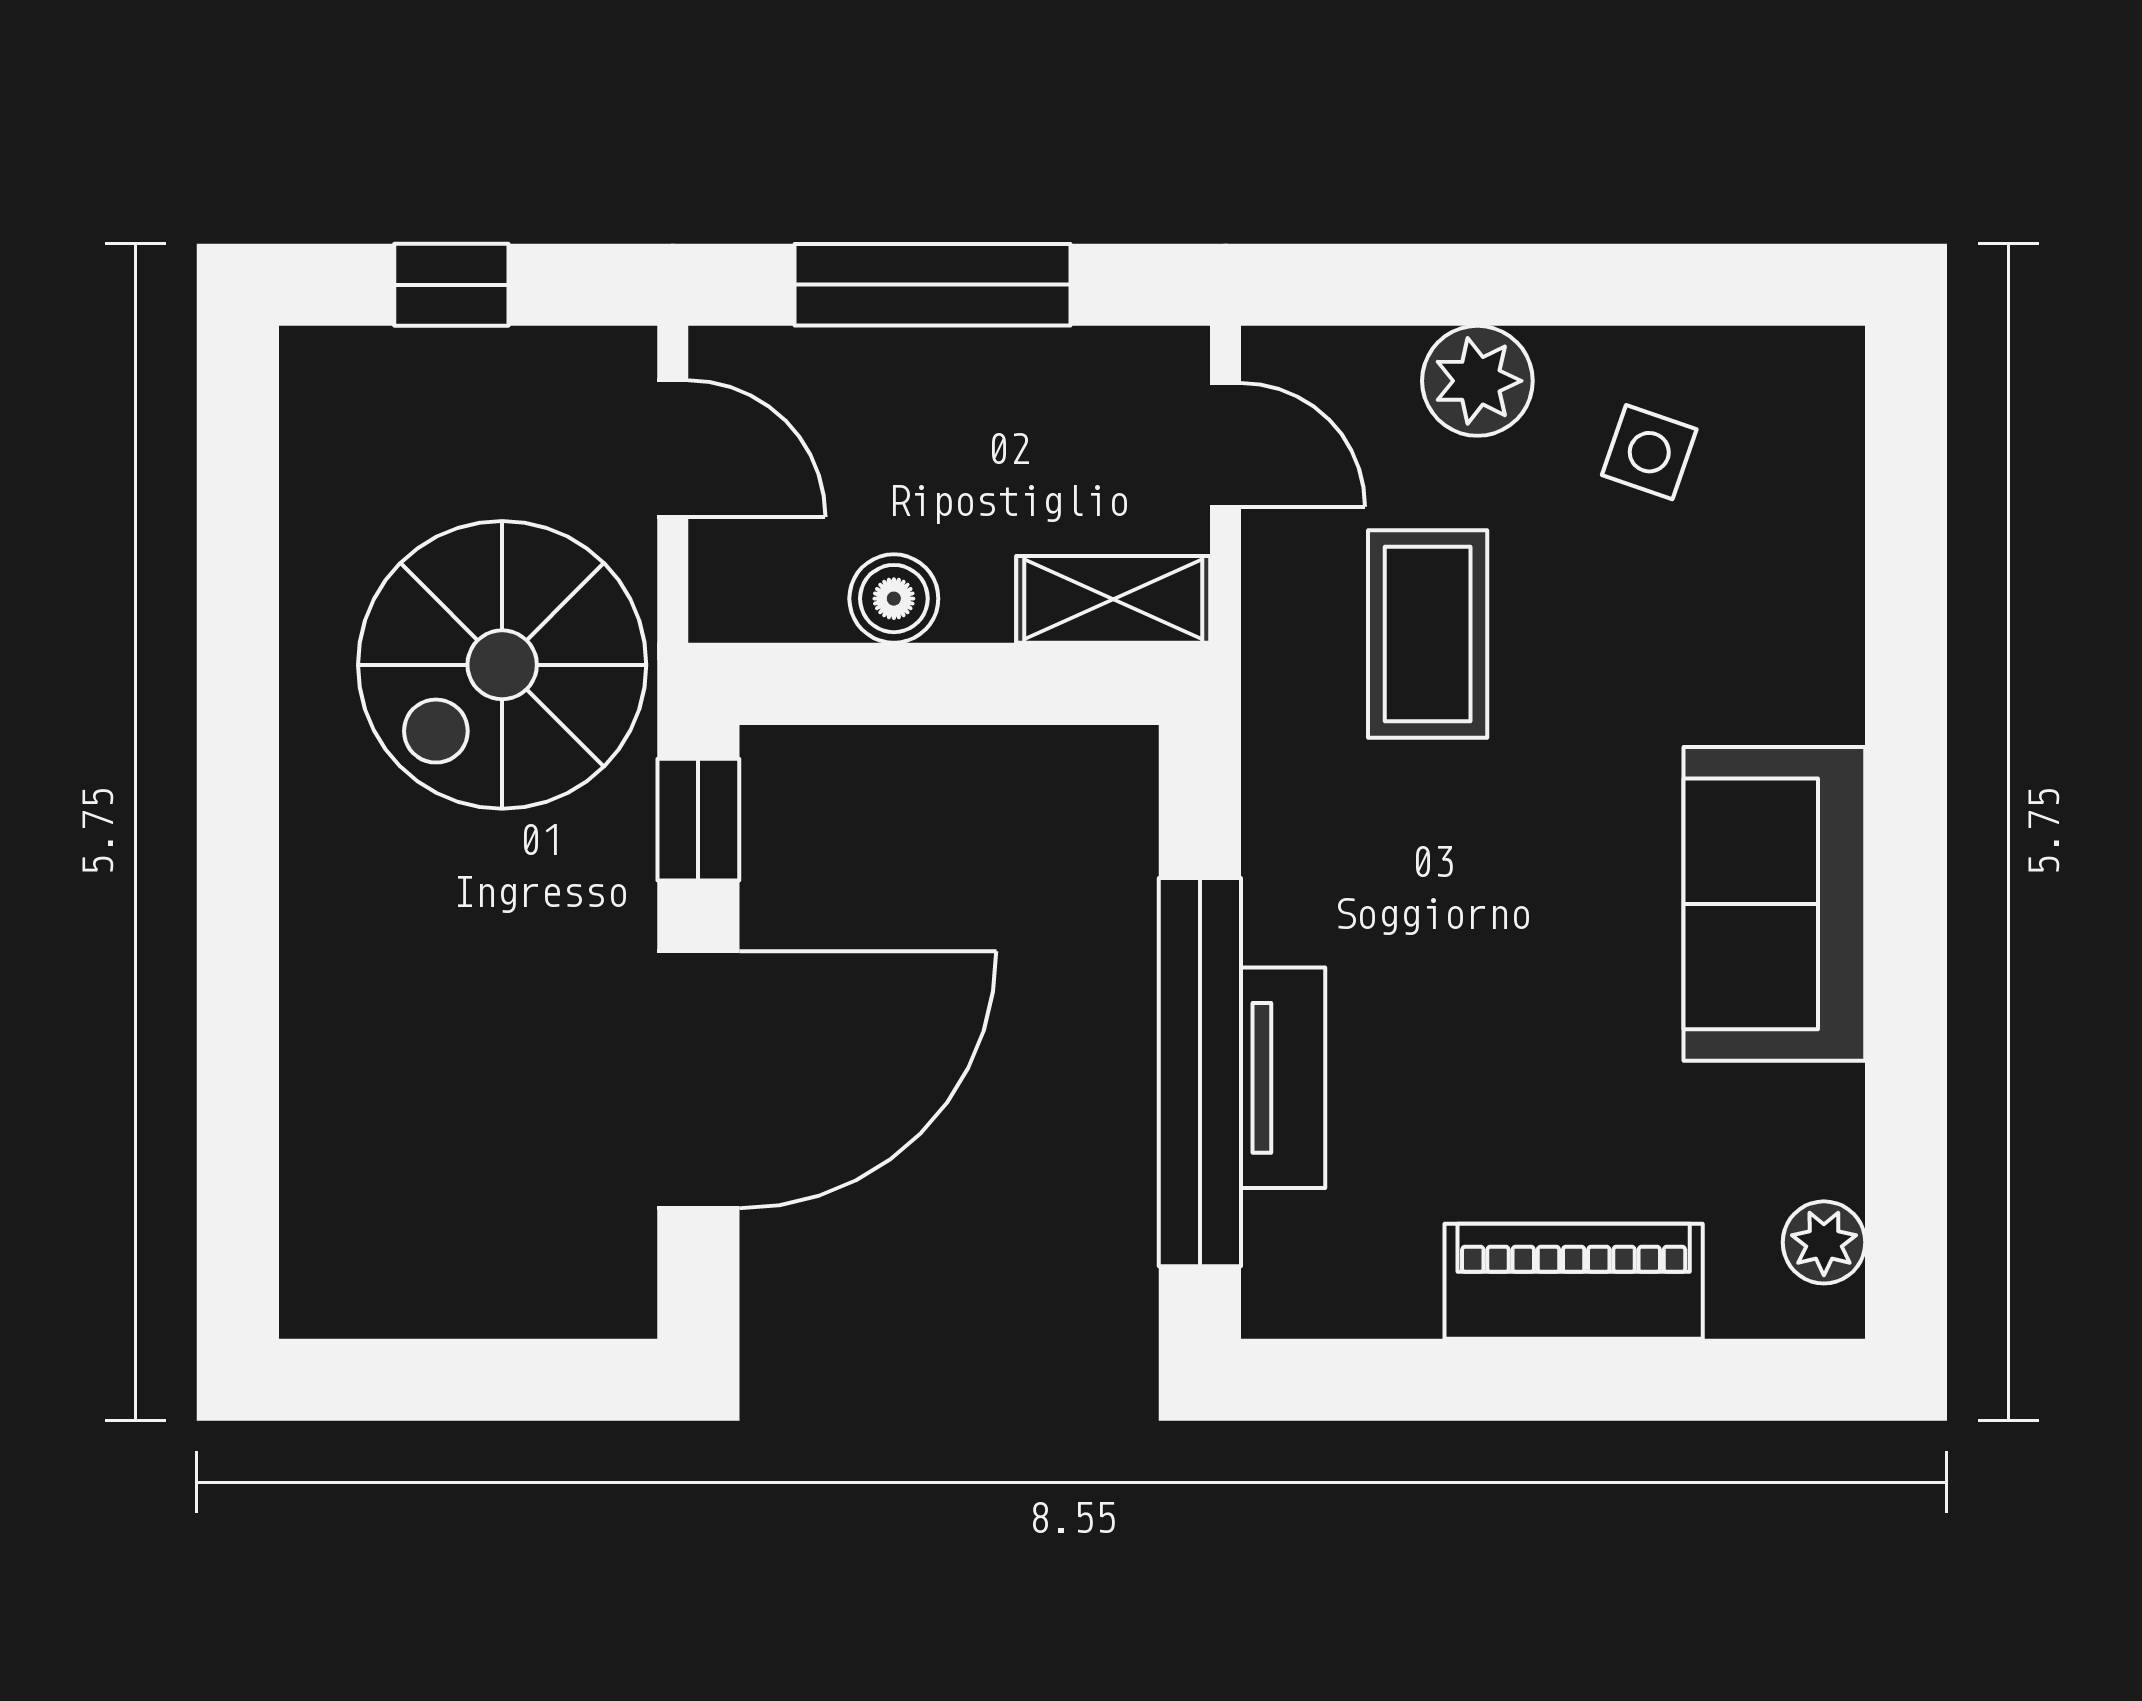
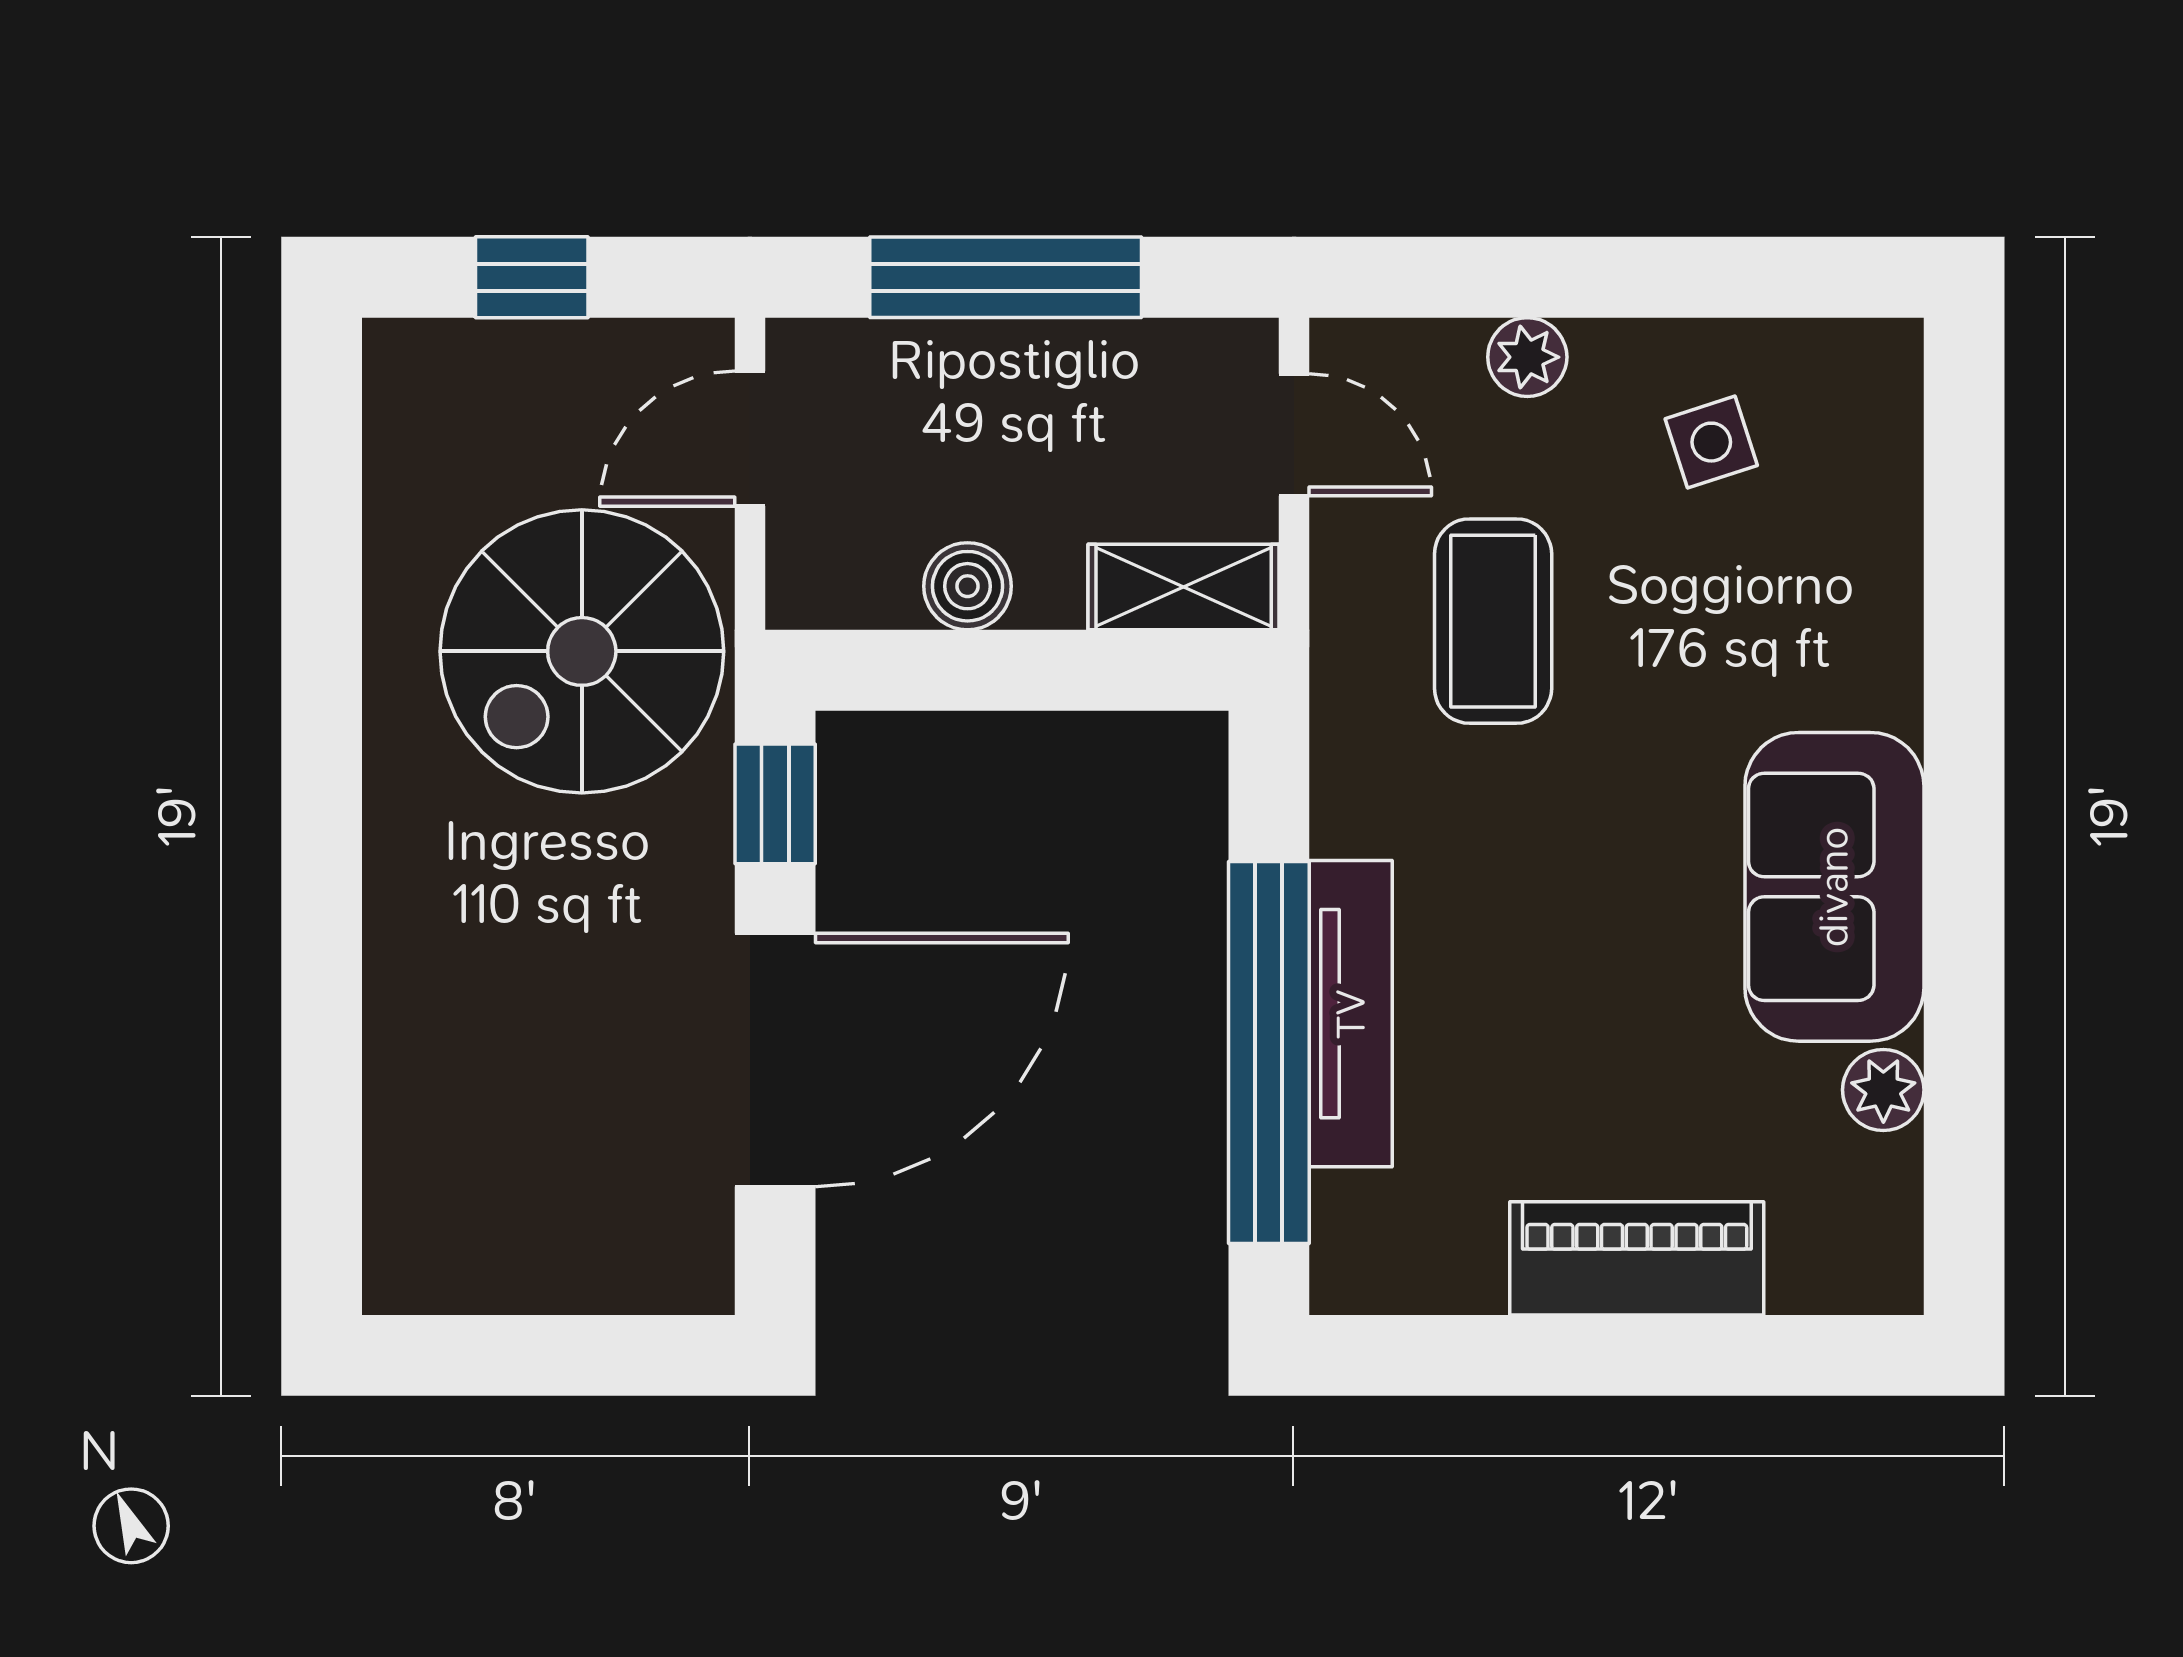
plant: (1477, 381) -> (1527, 357), width x0.73, depth x0.73
door: (673, 449) -> (750, 439), swing flipped
side table: (1649, 452) -> (1711, 442), turned -37
tv unit: (1283, 1078) -> (1351, 1014), width x1.41
plant: (1824, 1242) -> (1883, 1090), moved

